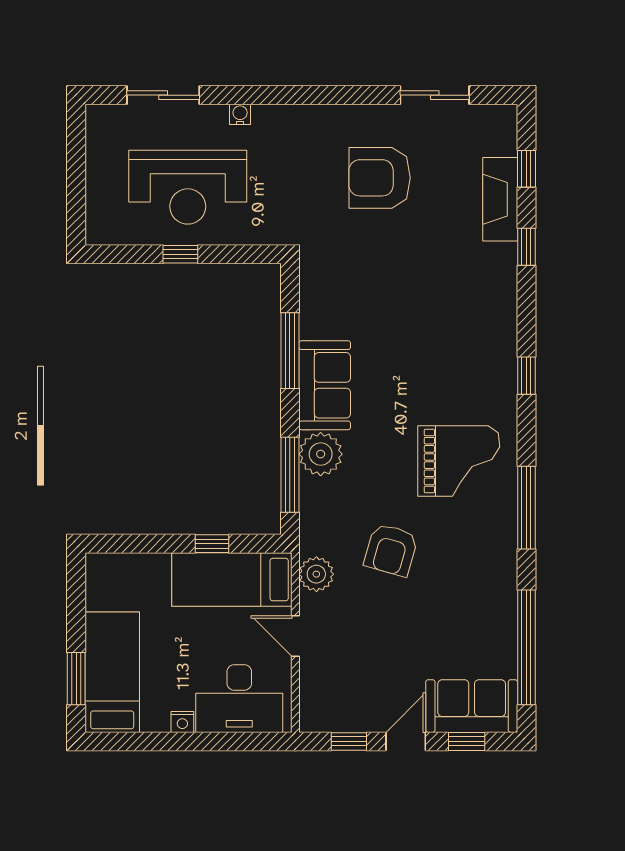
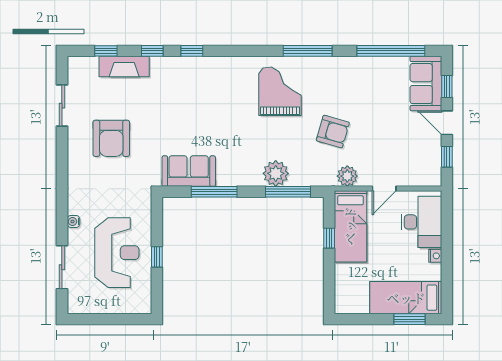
window: (526, 376) -> (192, 51), moved
sofa: (325, 385) -> (189, 171), moved

